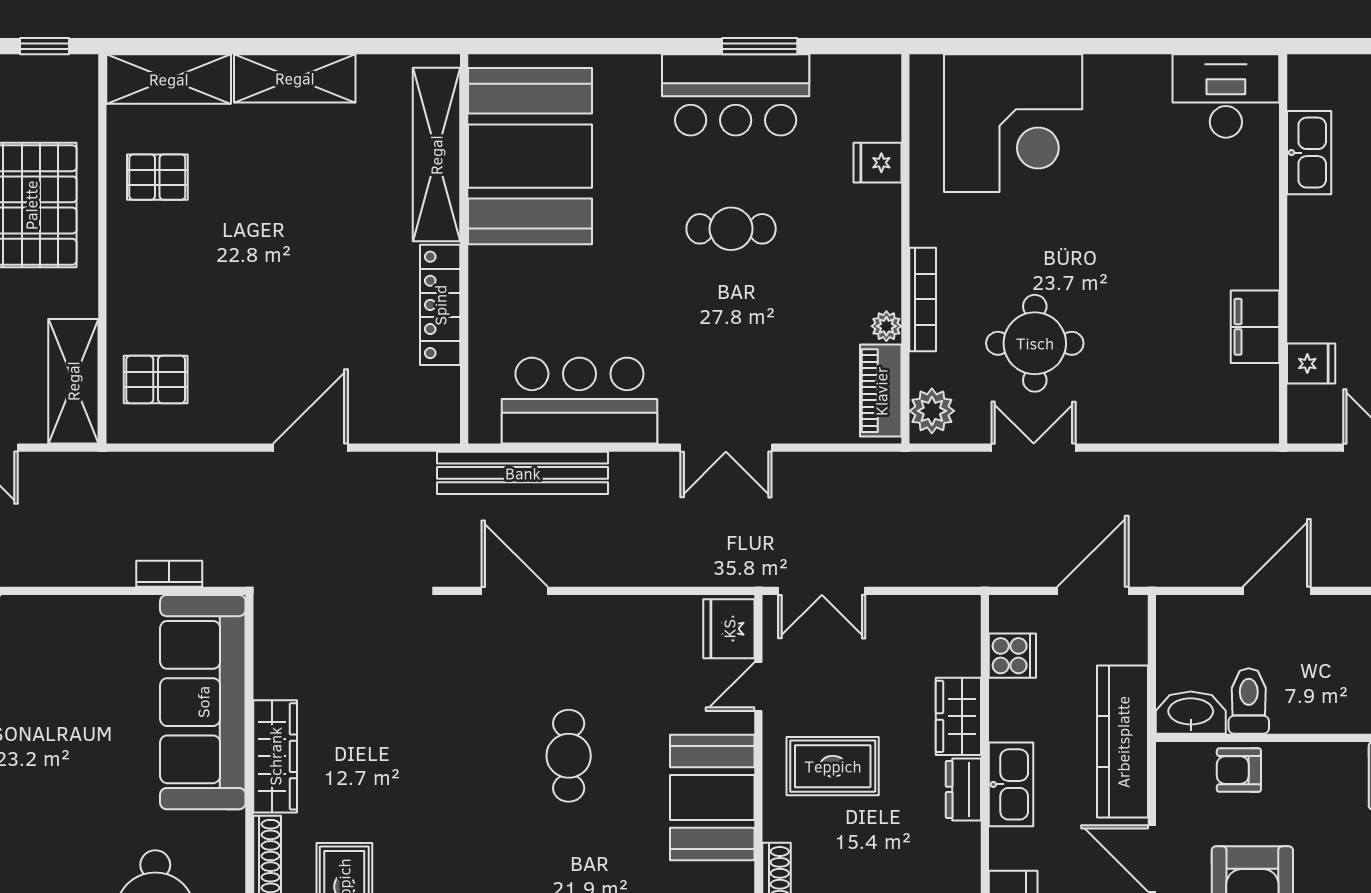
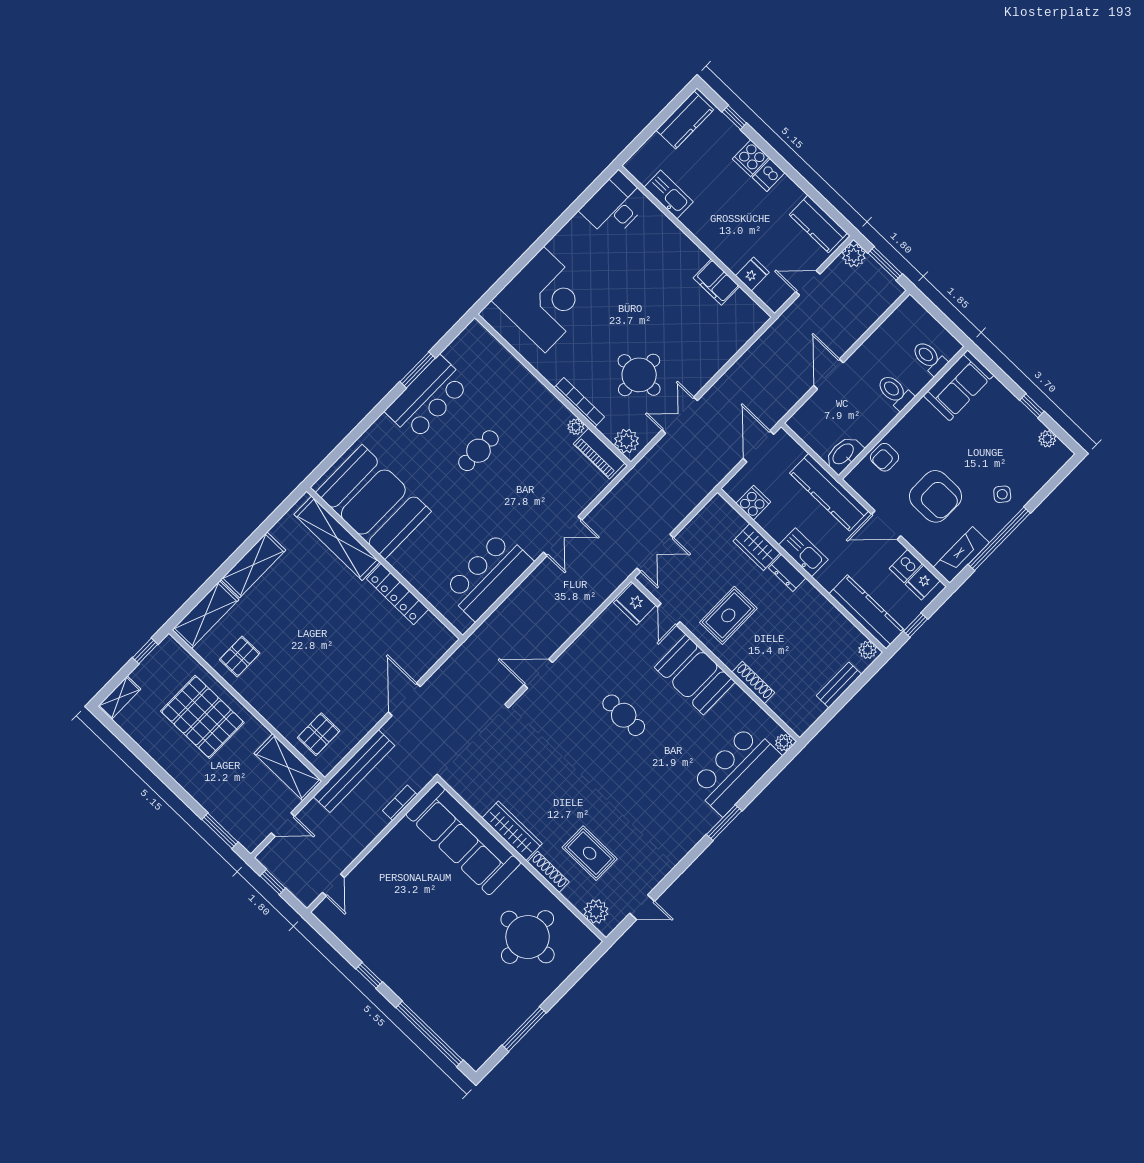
fridge: (878, 163) -> (508, 368), removed
bench: (523, 473) -> (354, 771), moved
toilet: (1249, 701) -> (895, 392), moved

